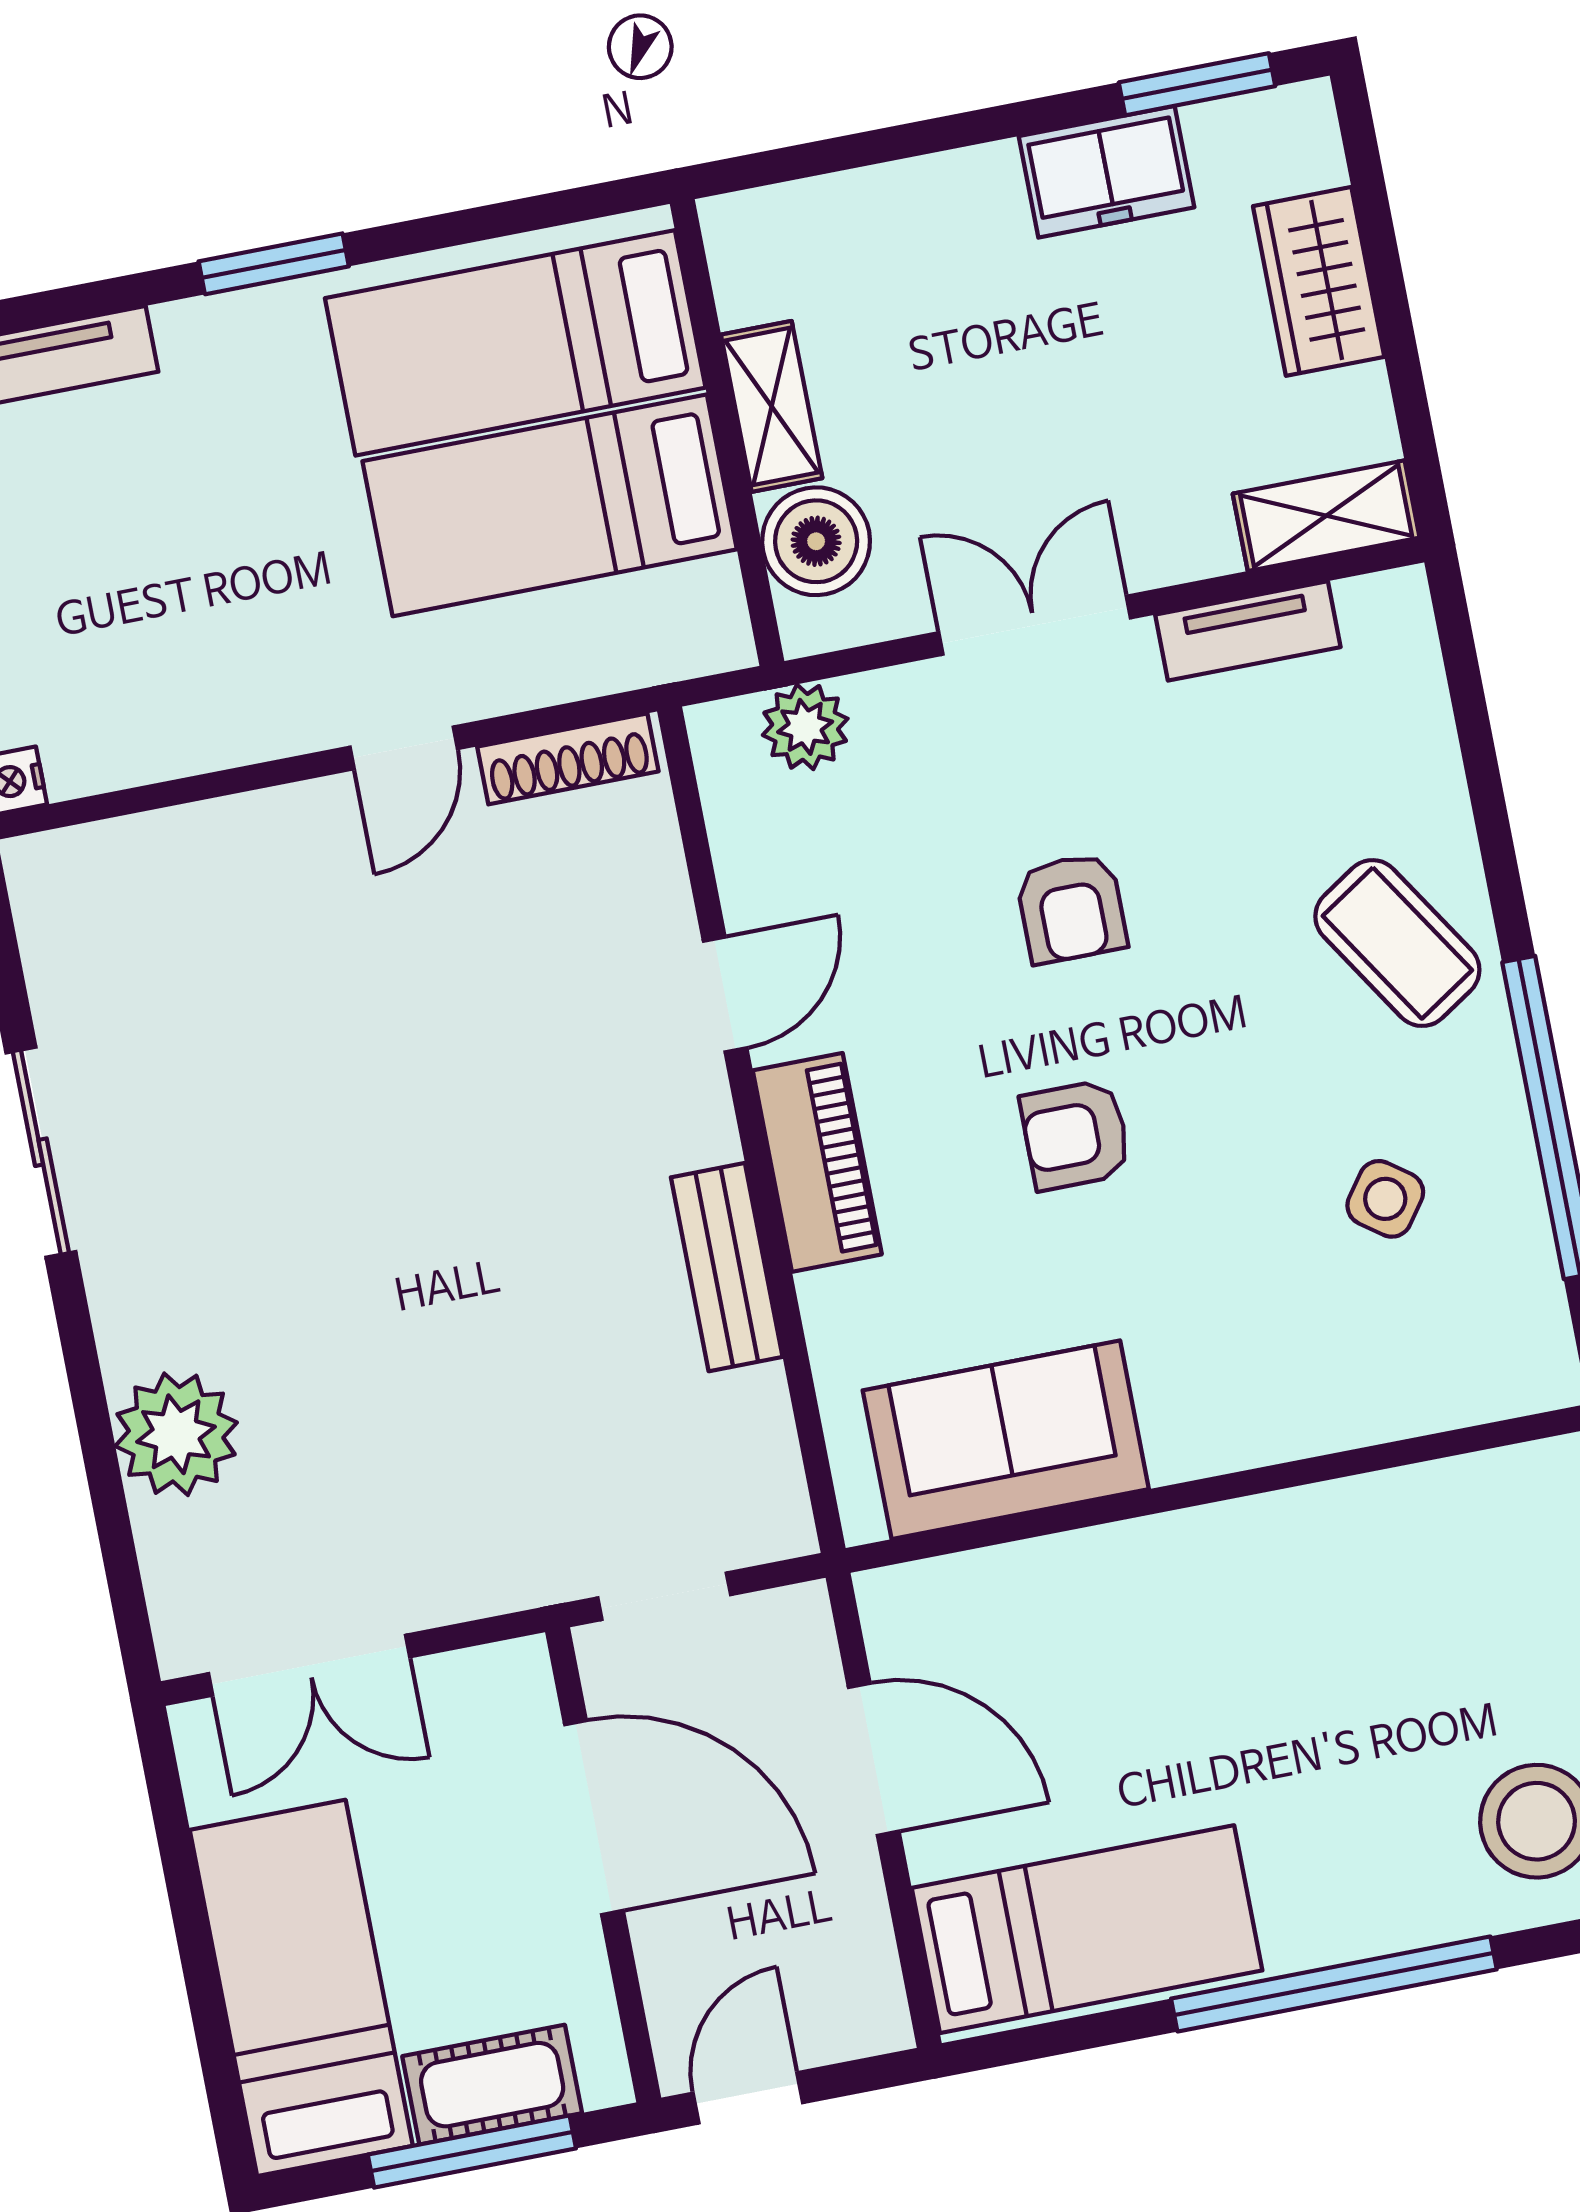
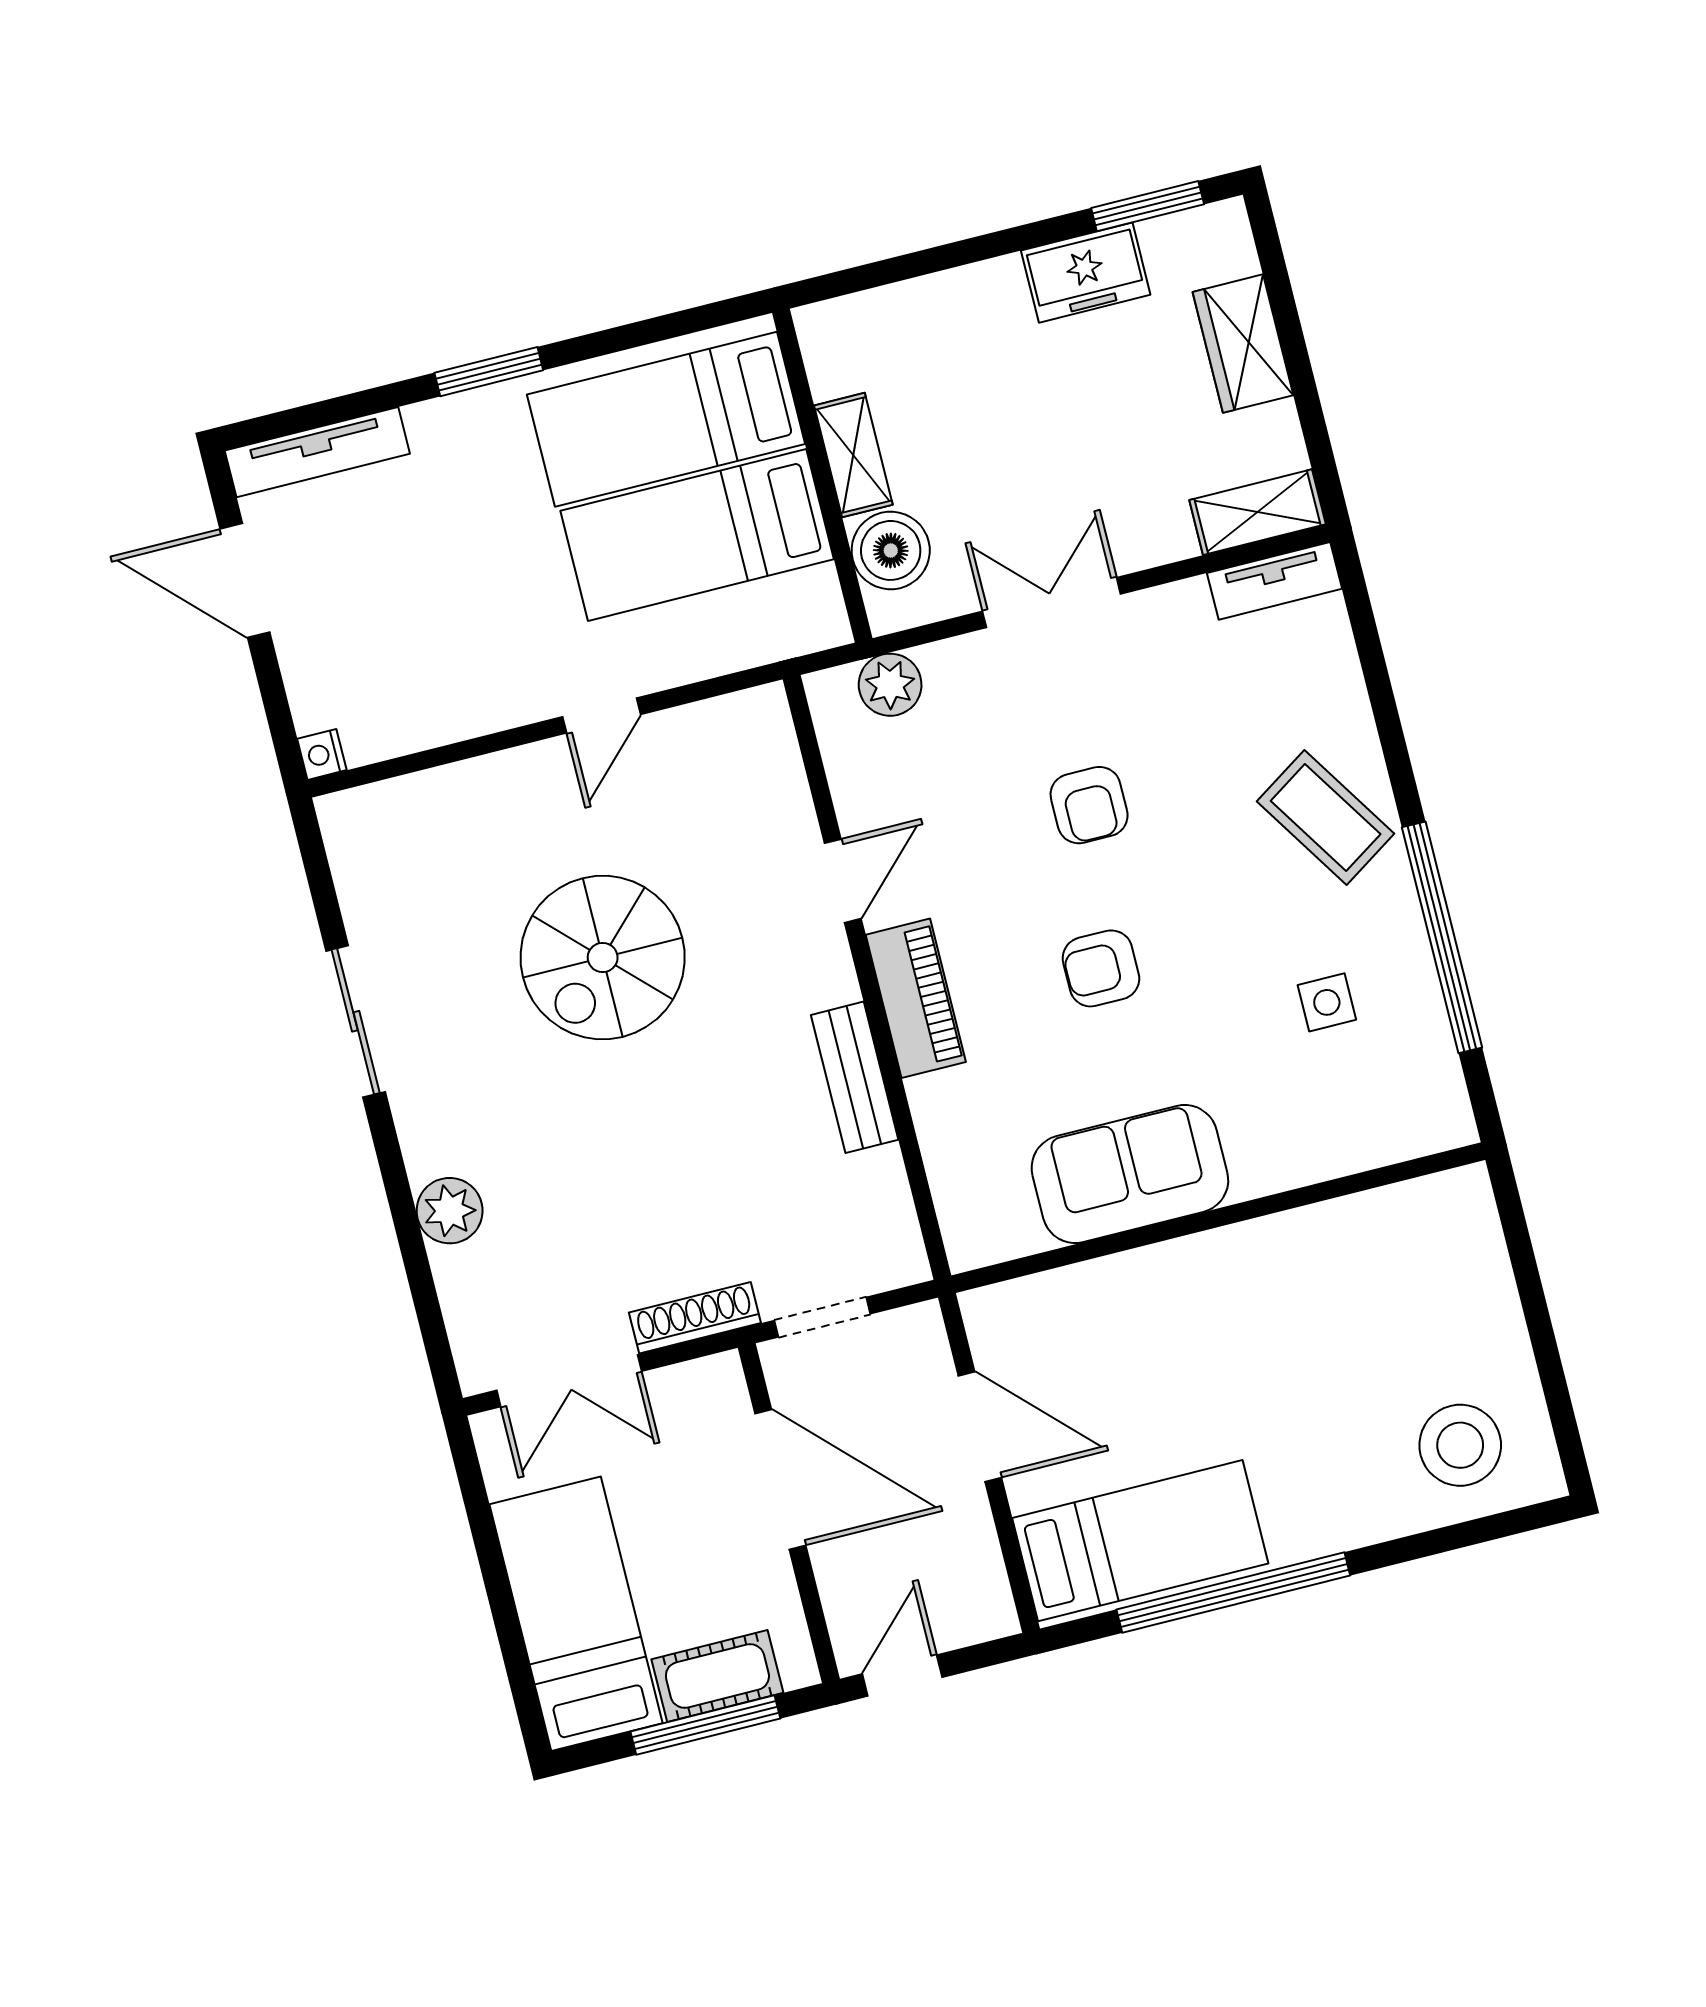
tv unit: (1248, 631) -> (1274, 581), moved
shoe rack: (568, 759) -> (695, 1318), moved, turned 180
spiral stairs: (387, 1083) -> (603, 958), added
side table: (1385, 1199) -> (1327, 1002), turned -36
plant: (176, 1434) -> (450, 1211), width x0.73, depth x0.73
sofa: (1006, 1440) -> (1130, 1174), moved
window: (1334, 1984) -> (1233, 1592), moved

